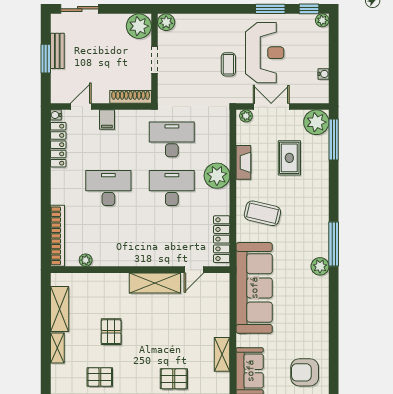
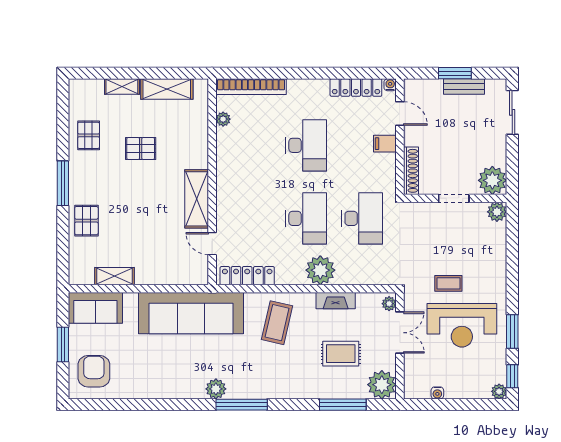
window: (334, 140) -> (343, 405), moved

